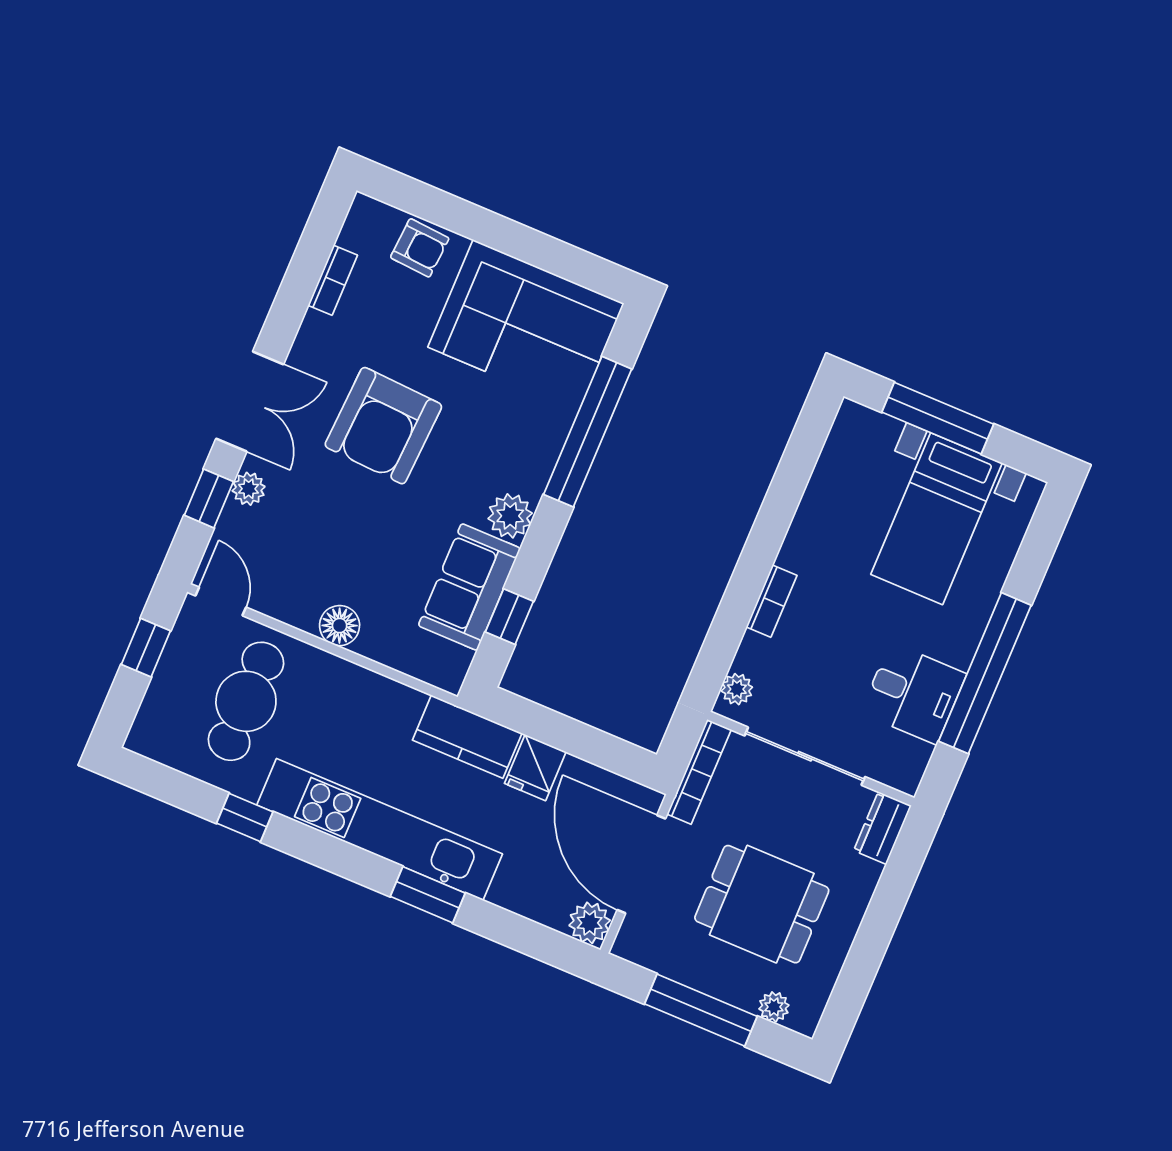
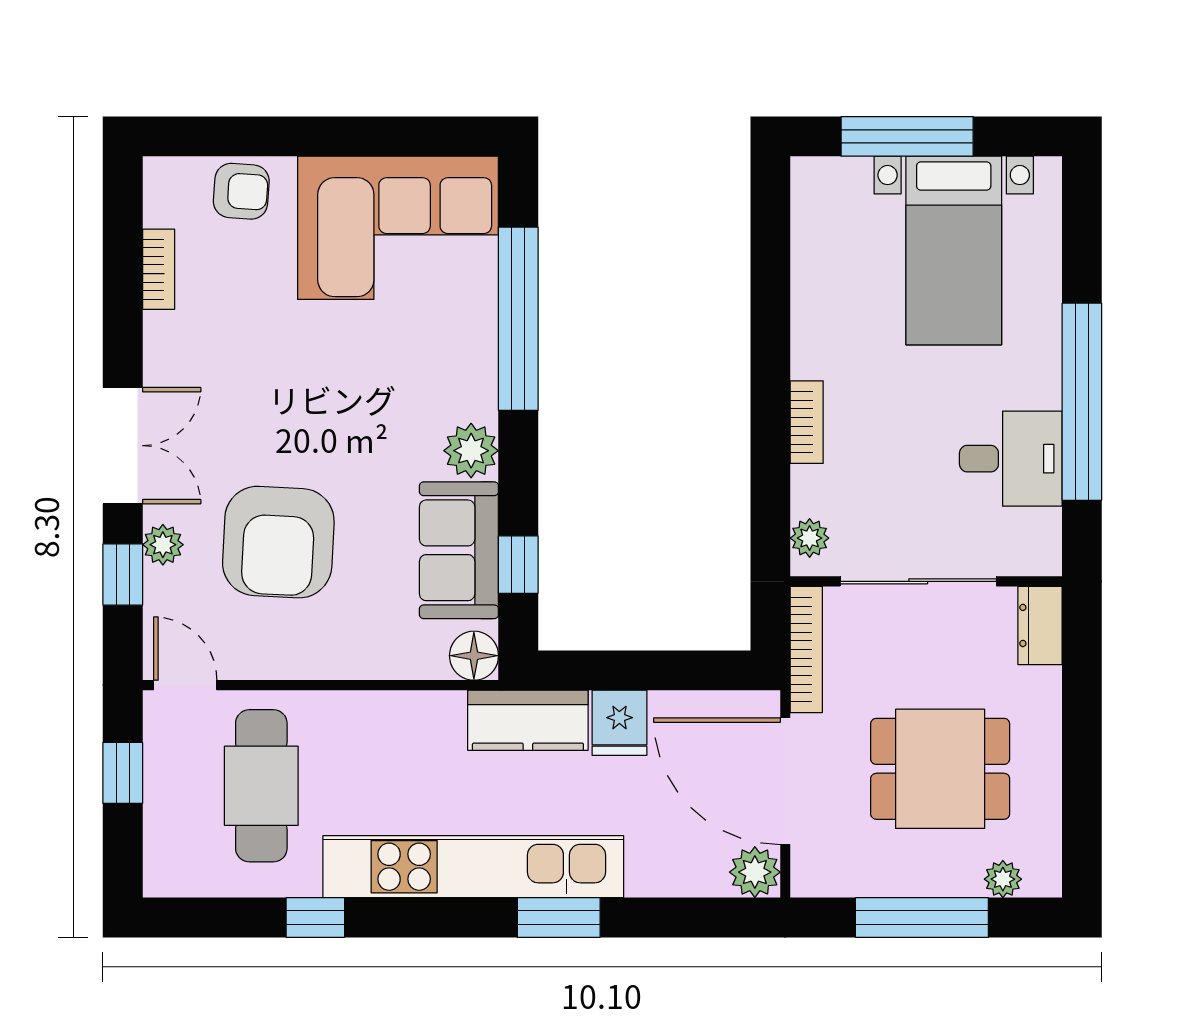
armchair: (383, 426) -> (278, 542), moved
floor lamp: (340, 626) -> (474, 656), moved

